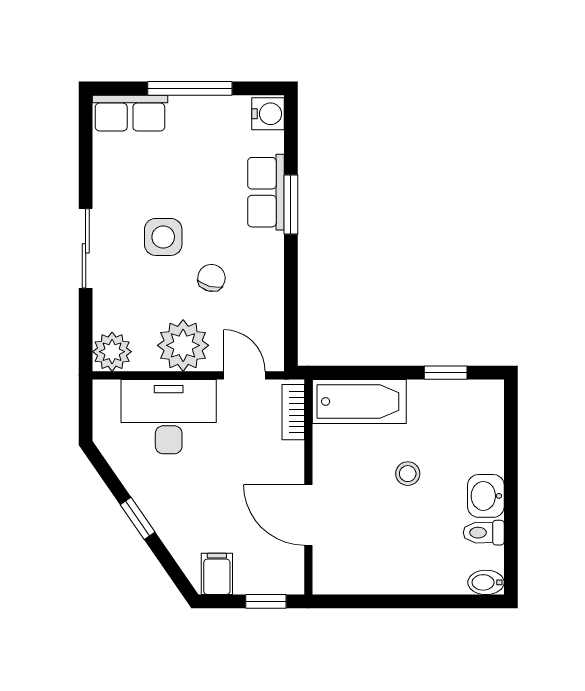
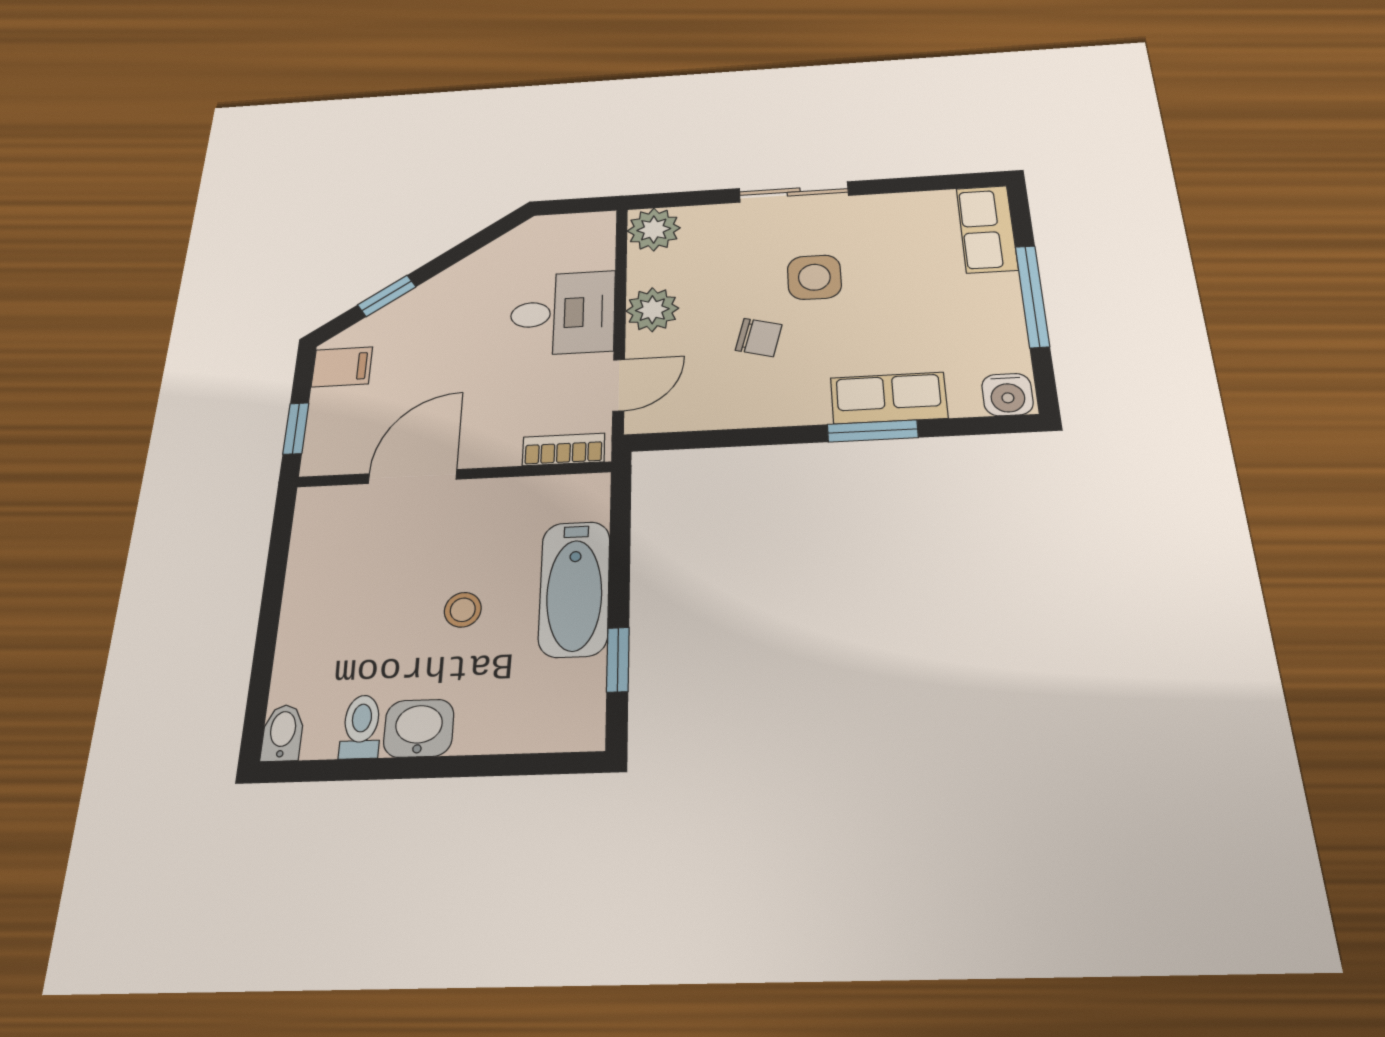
plant: (183, 345) -> (652, 310), width x0.73, depth x0.73
bathtub: (359, 401) -> (574, 588), moved
desk: (169, 417) -> (563, 313), width x0.73
window: (138, 518) -> (387, 296), moved

